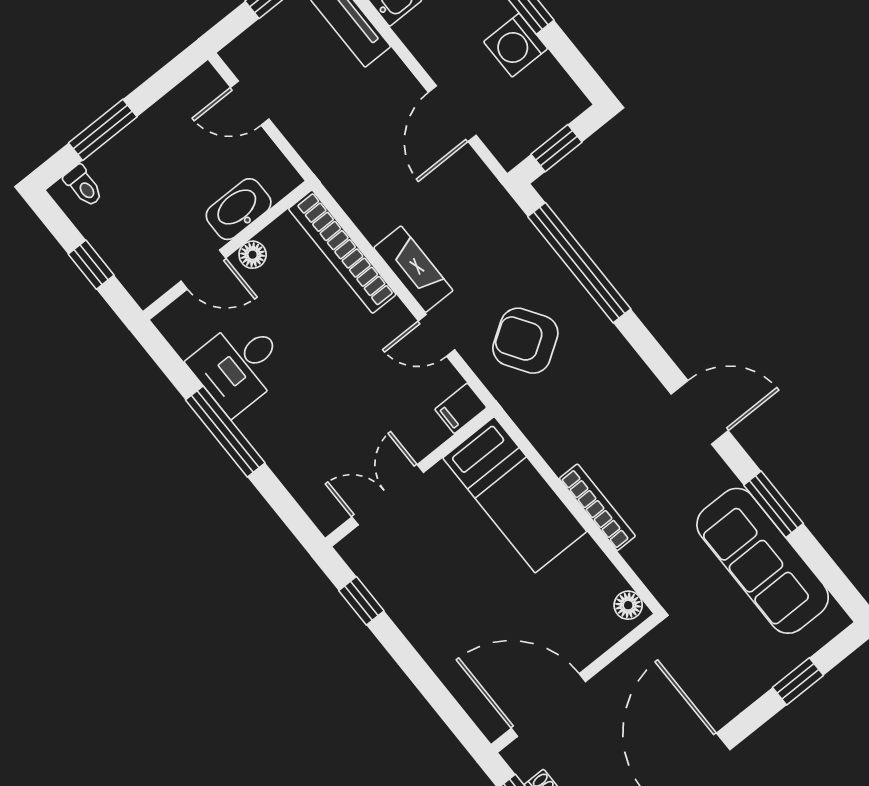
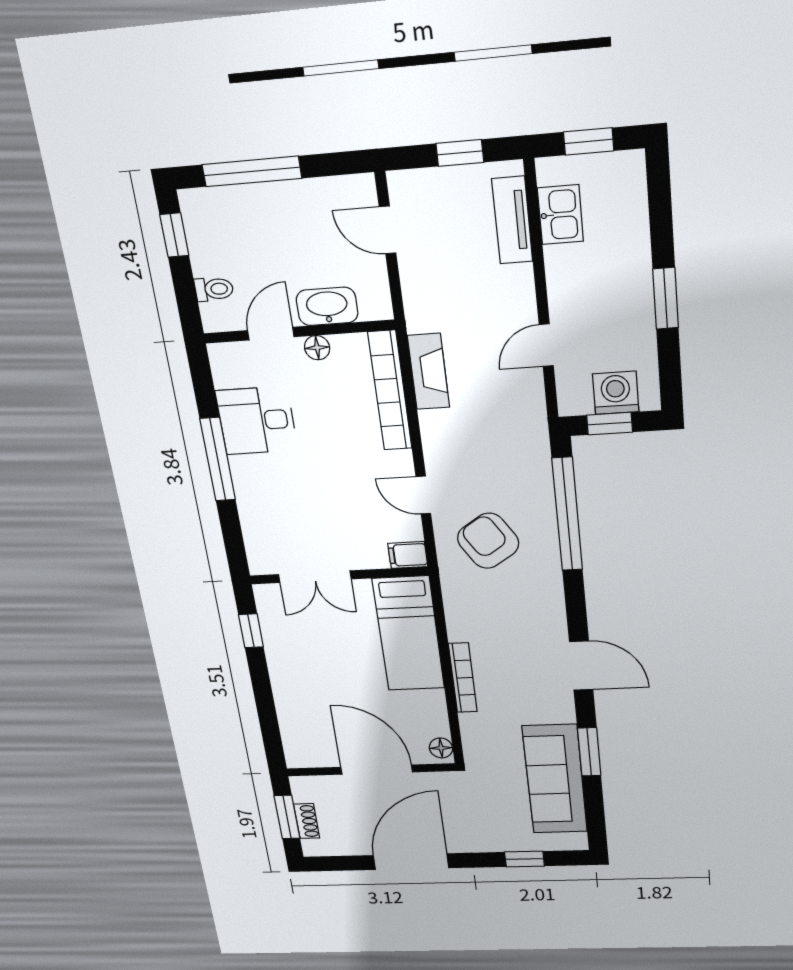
washing machine: (516, 45) -> (616, 393), moved, turned 90
door: (452, 114) -> (546, 345), width x0.73
window: (103, 130) -> (252, 171), width x1.44
toilet: (83, 186) -> (214, 289), moved, turned -90
window: (91, 265) -> (174, 235), moved
fireplace: (413, 269) -> (429, 372), moved
door: (203, 270) -> (271, 334), swing flipped
double door: (388, 495) -> (315, 577), swing flipped
door: (548, 705) -> (377, 770), moved

